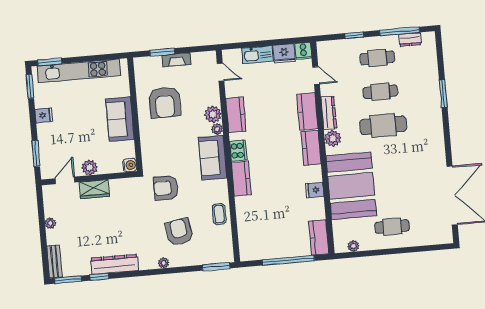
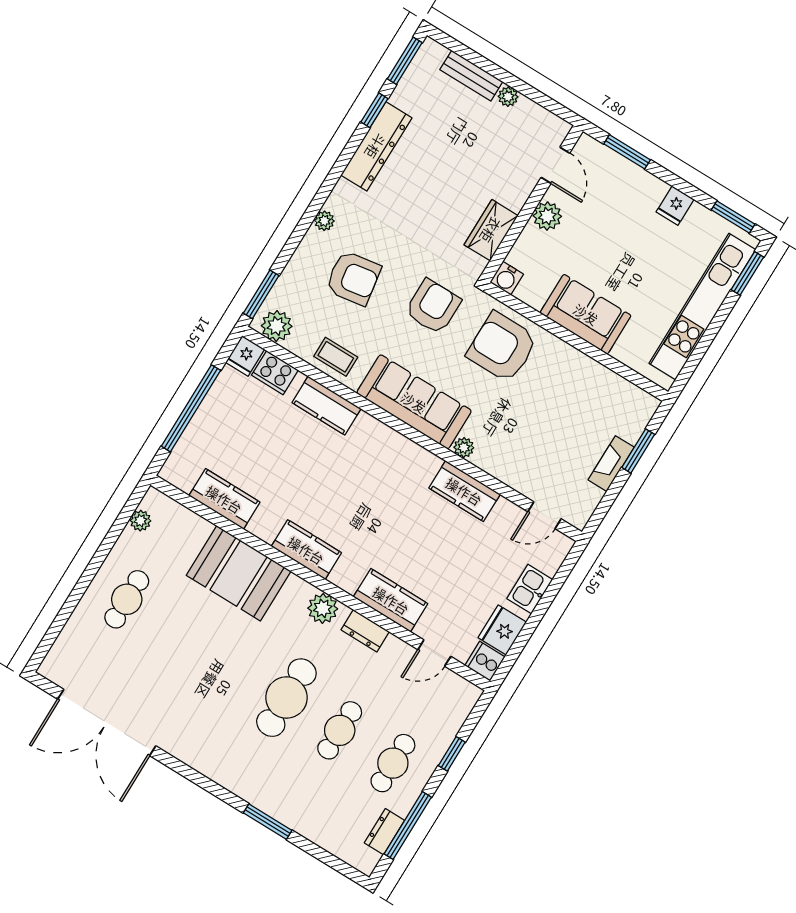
kitchen sink: (257, 55) -> (530, 589), width x0.73
armchair: (165, 102) -> (502, 347), moved
dresser: (329, 113) -> (365, 631), width x0.70
plant: (213, 114) -> (277, 326), moved
kitchen counter: (311, 148) -> (306, 550), moved
cooker: (238, 151) -> (275, 373), moved
sofa: (213, 158) -> (414, 402), width x1.36
kitchen counter: (241, 179) -> (326, 406), moved
booth: (351, 186) -> (239, 573), width x0.73, depth x0.70
wardrobe: (94, 189) -> (491, 230), moved
fridge: (315, 190) -> (245, 356), moved, turned 180
kitchen counter: (319, 237) -> (224, 499), moved
bench: (54, 262) -> (471, 76), moved

